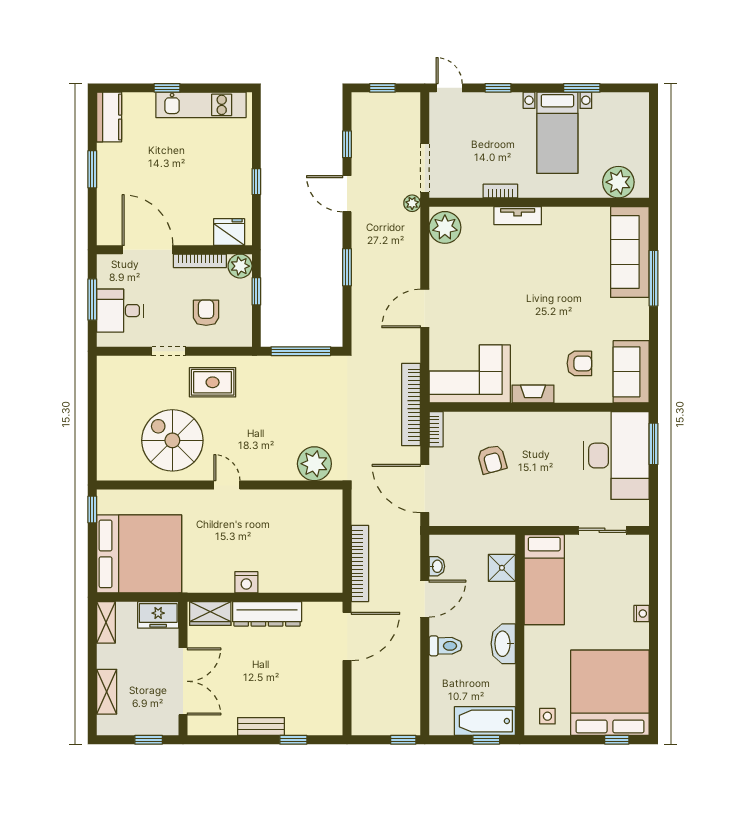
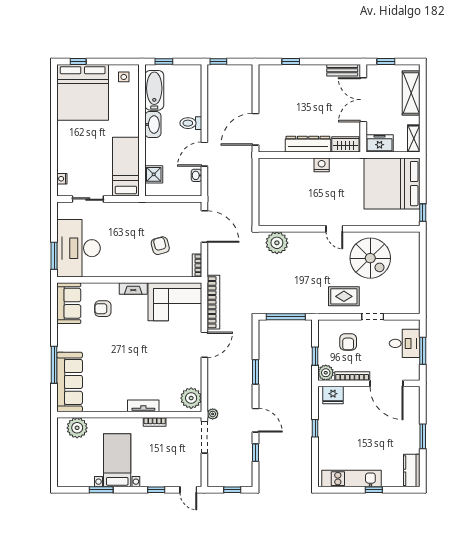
bookcase: (411, 405) -> (213, 302), moved
bookcase: (360, 563) -> (247, 177), removed
nightstand: (642, 614) -> (62, 179), moved
shelving: (107, 692) -> (411, 93), width x1.50, depth x1.33
bathtub: (485, 721) -> (154, 90), moved, turned -90
bench: (261, 726) -> (342, 70), moved

